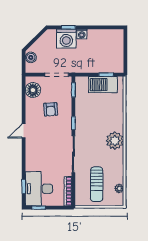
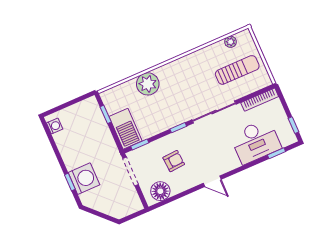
washing machine: (82, 34) -> (55, 126), moved
boiler: (31, 57) -> (124, 210), removed
barbecue: (103, 85) -> (126, 129), moved
plant: (115, 141) -> (148, 84), moved
desk: (39, 189) -> (256, 141), moved

